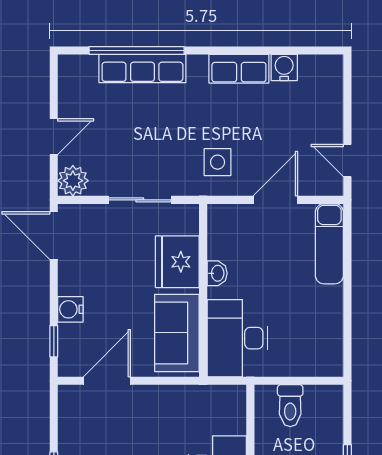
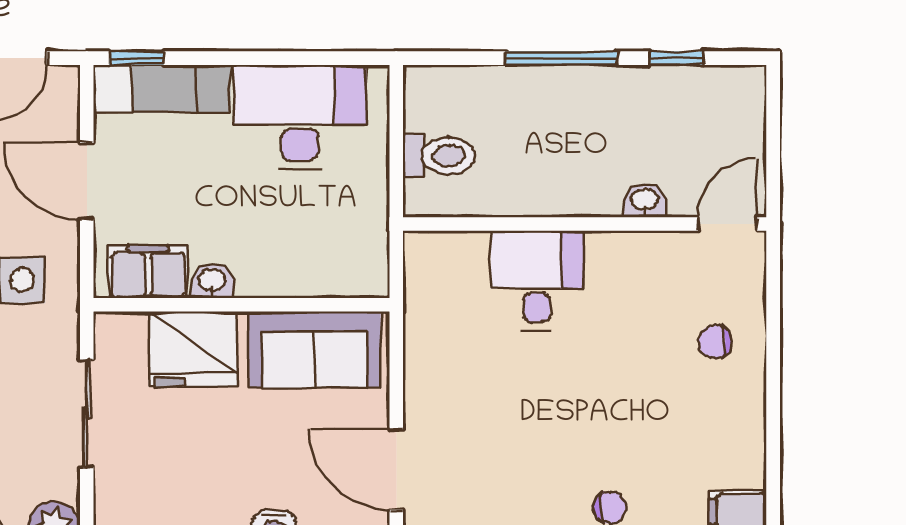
window: (347, 229) -> (136, 58), added
filing cabinet: (223, 236) -> (148, 272), added
desk: (237, 338) -> (300, 117), moved, turned 180

